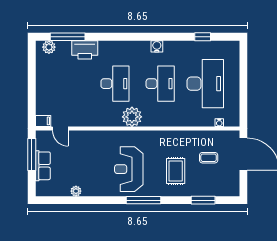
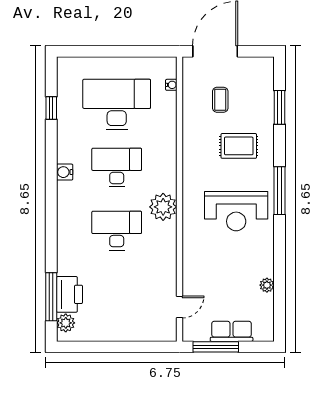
printer: (85, 50) -> (69, 294), moved
filing cabinet: (43, 121) -> (169, 331), removed

